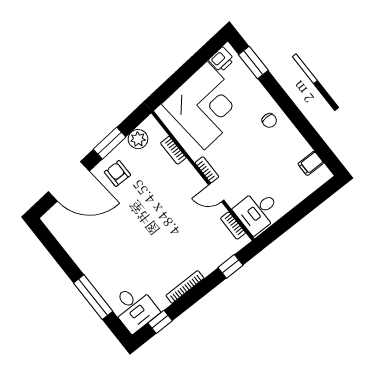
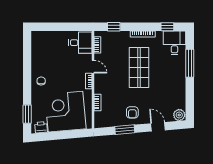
plant: (138, 139) -> (179, 115), moved
filing cabinet: (311, 163) -> (38, 45), removed
door: (69, 181) -> (158, 127), width x0.53
shop shelf: (155, 239) -> (139, 67), added

